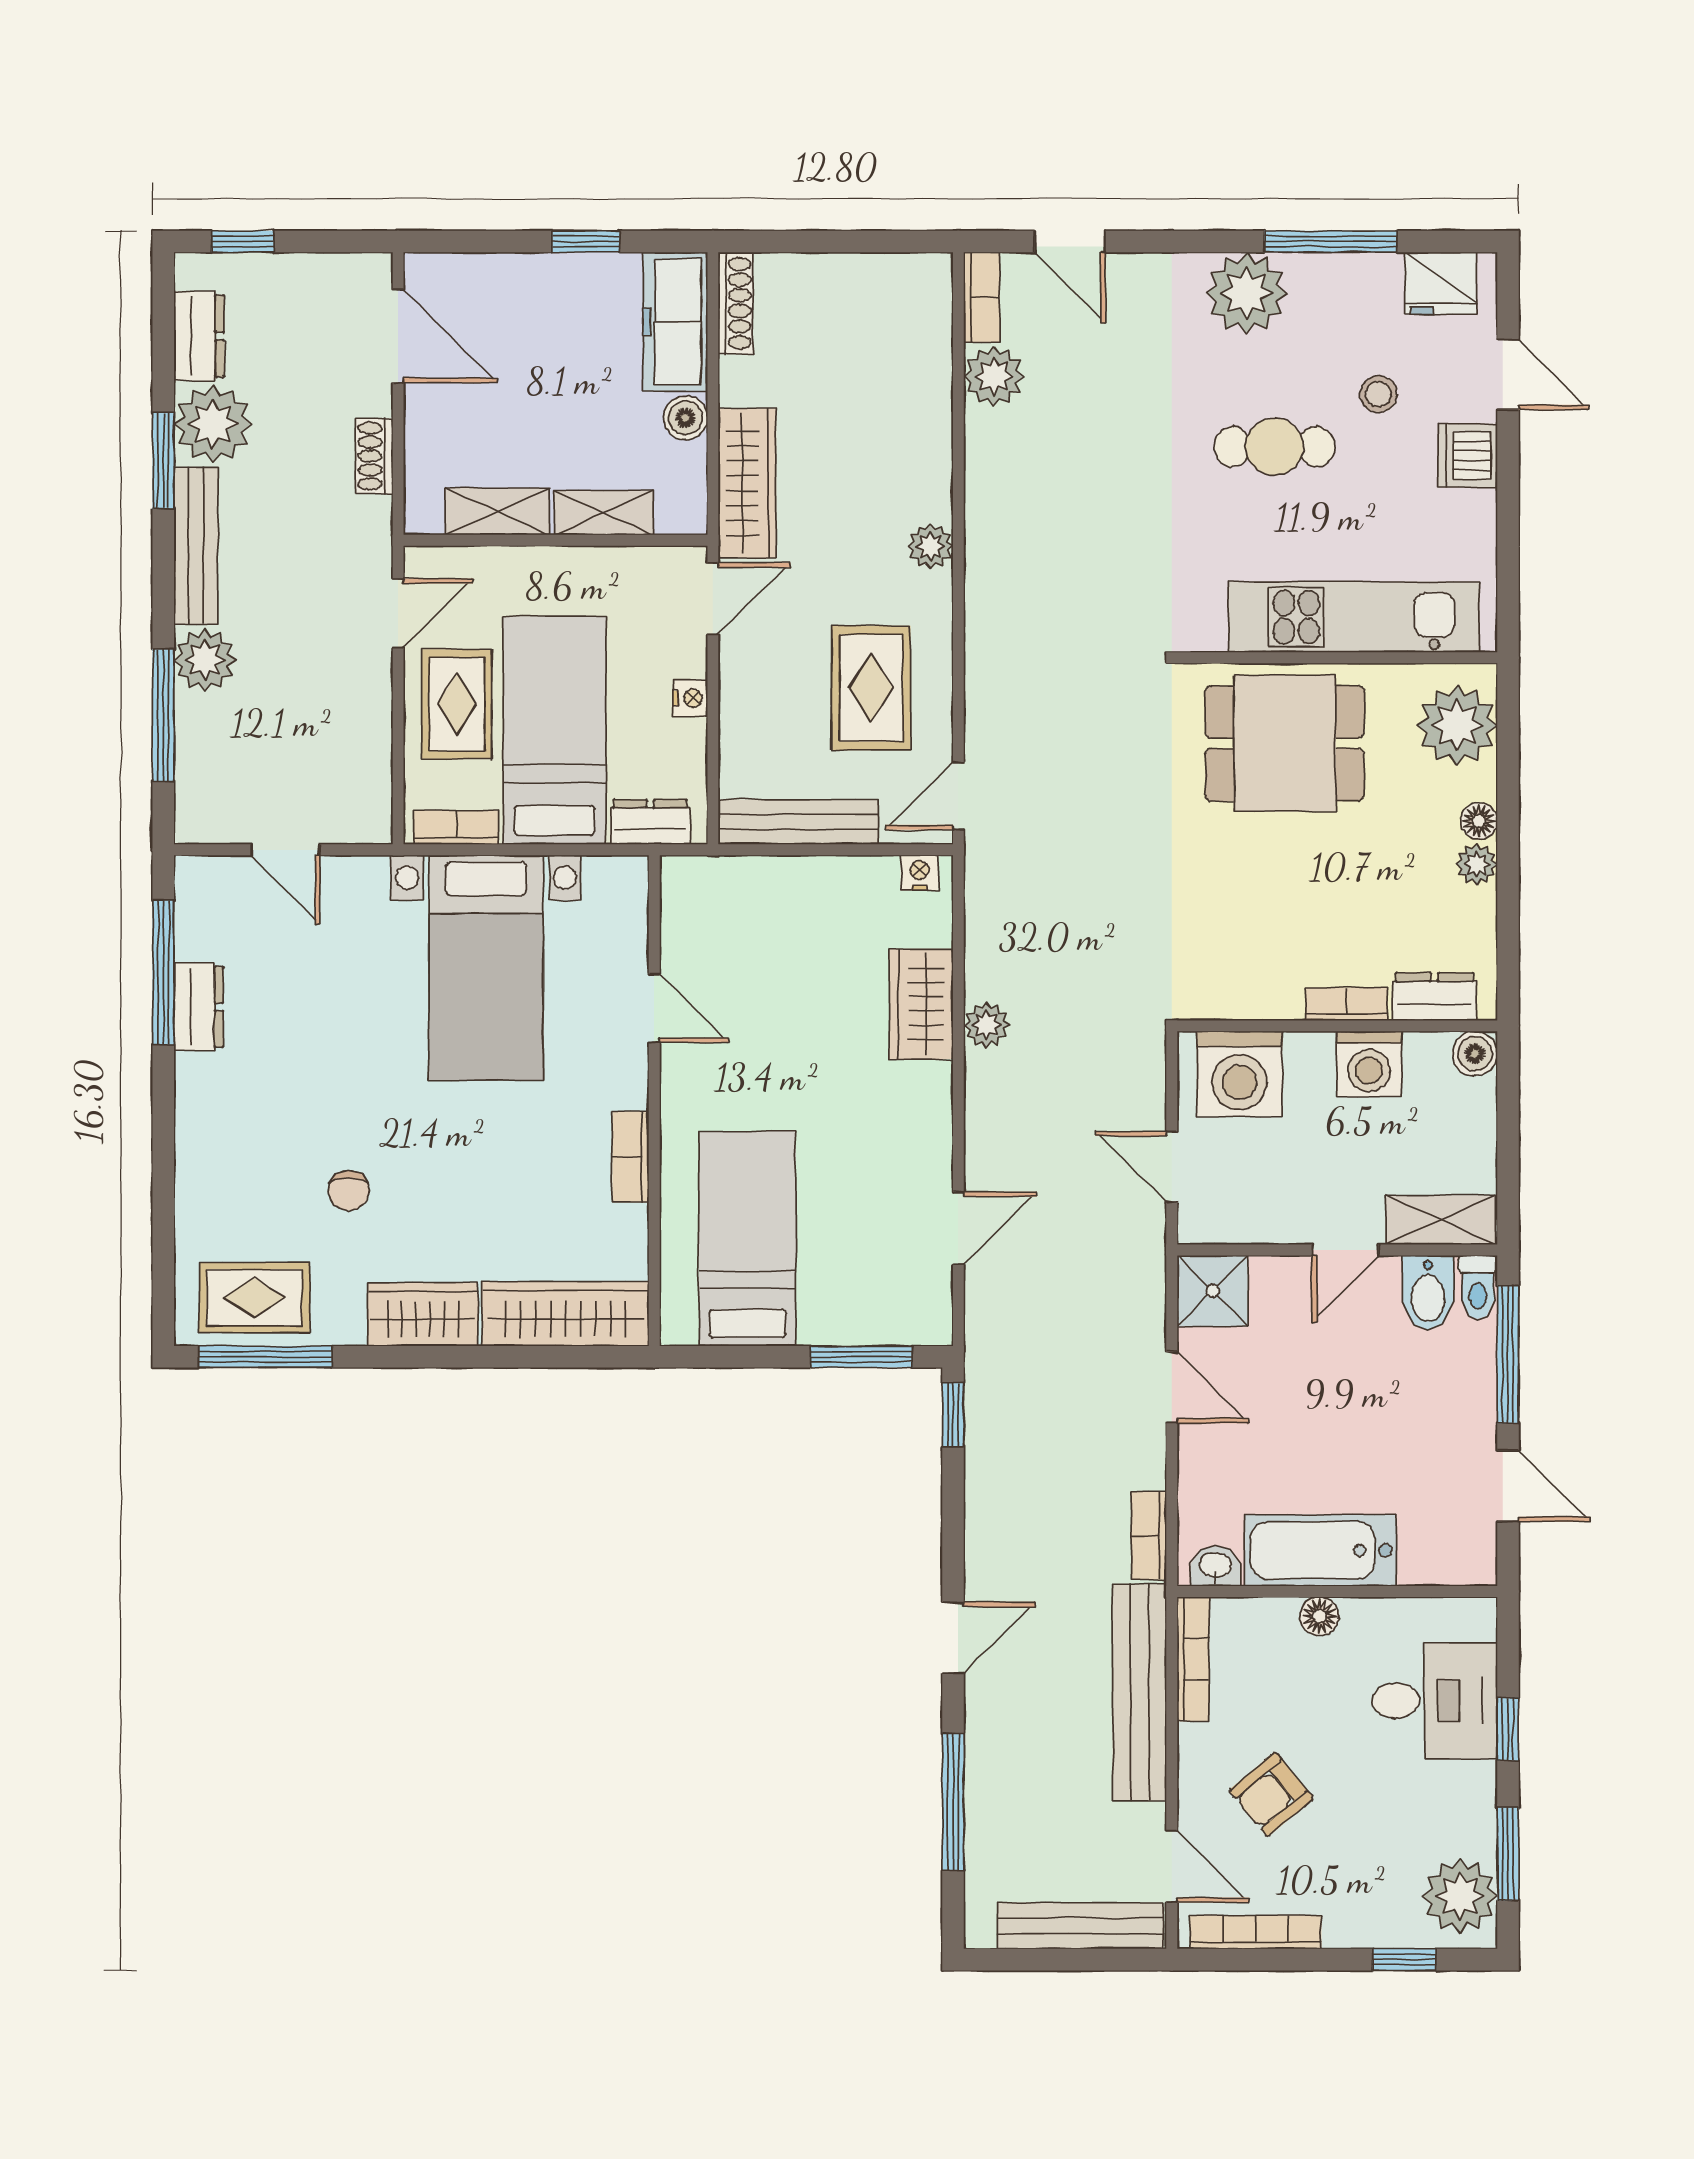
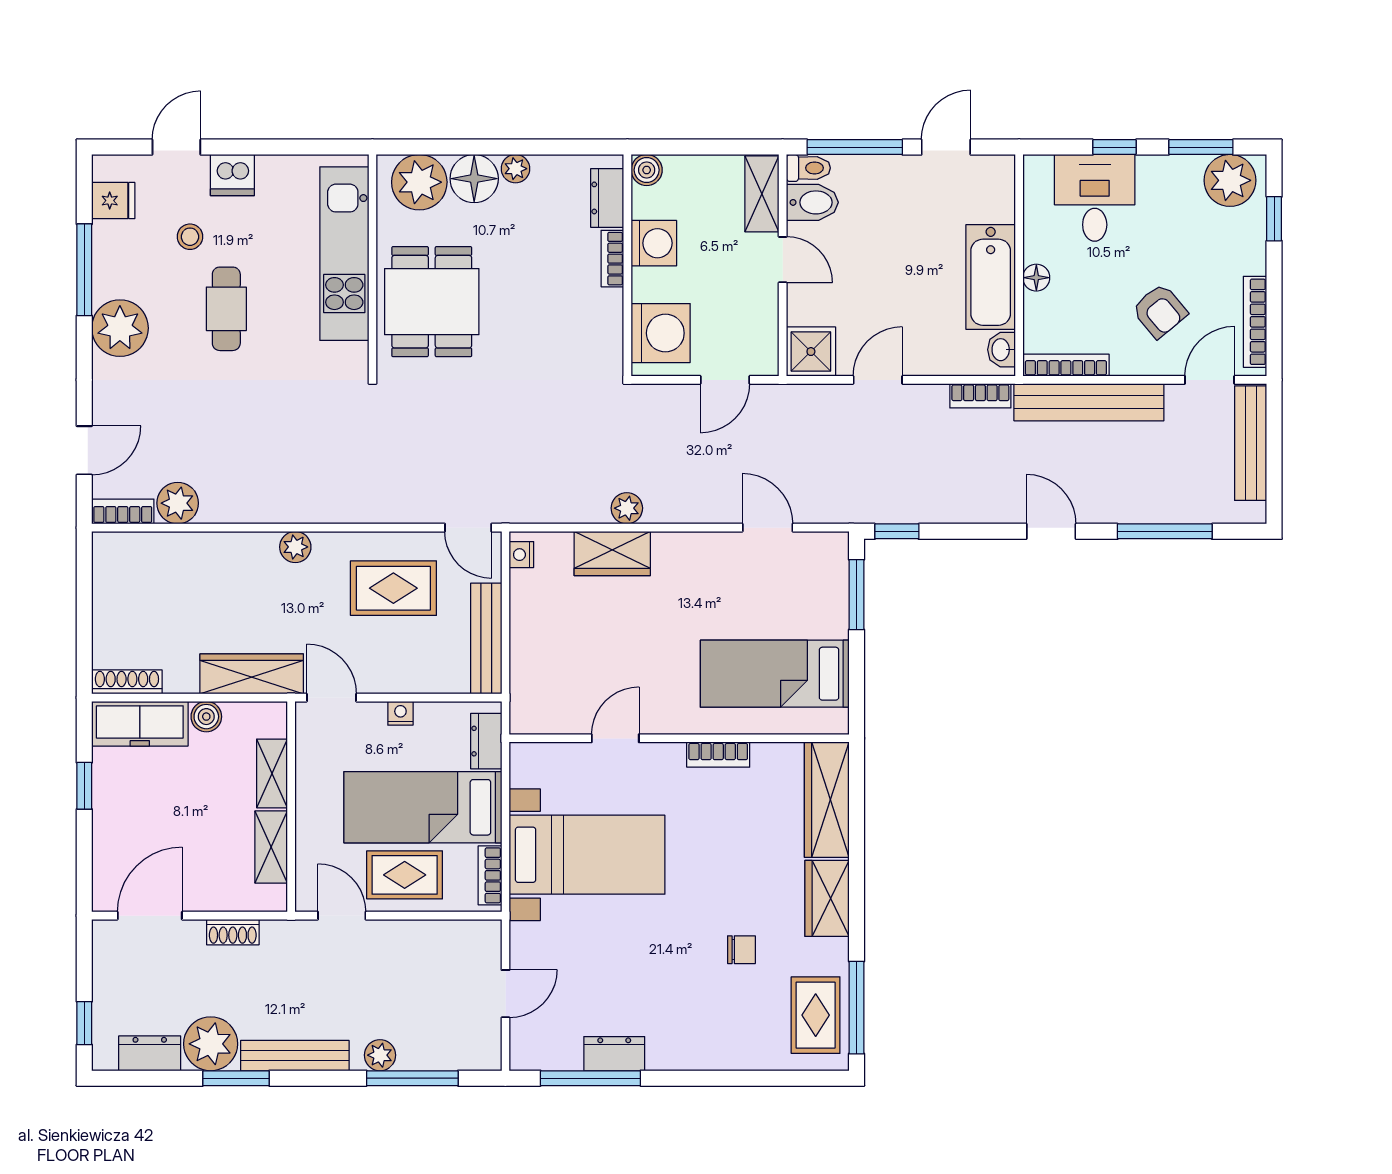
fridge: (1441, 283) -> (113, 201), width x0.72
plant: (205, 660) -> (380, 1055), width x0.73, depth x0.73
floor lamp: (1479, 821) -> (474, 179), width x1.89, depth x1.89

